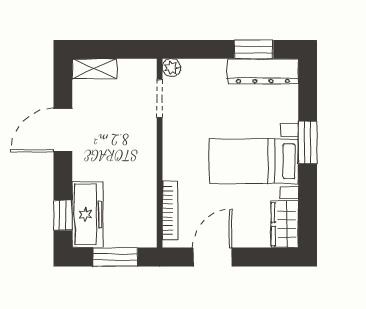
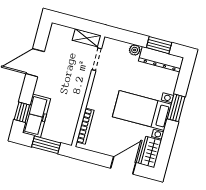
plant: (171, 68) -> (135, 50), moved
shelving: (94, 69) -> (87, 38), moved
door: (212, 257) -> (123, 165), moved

